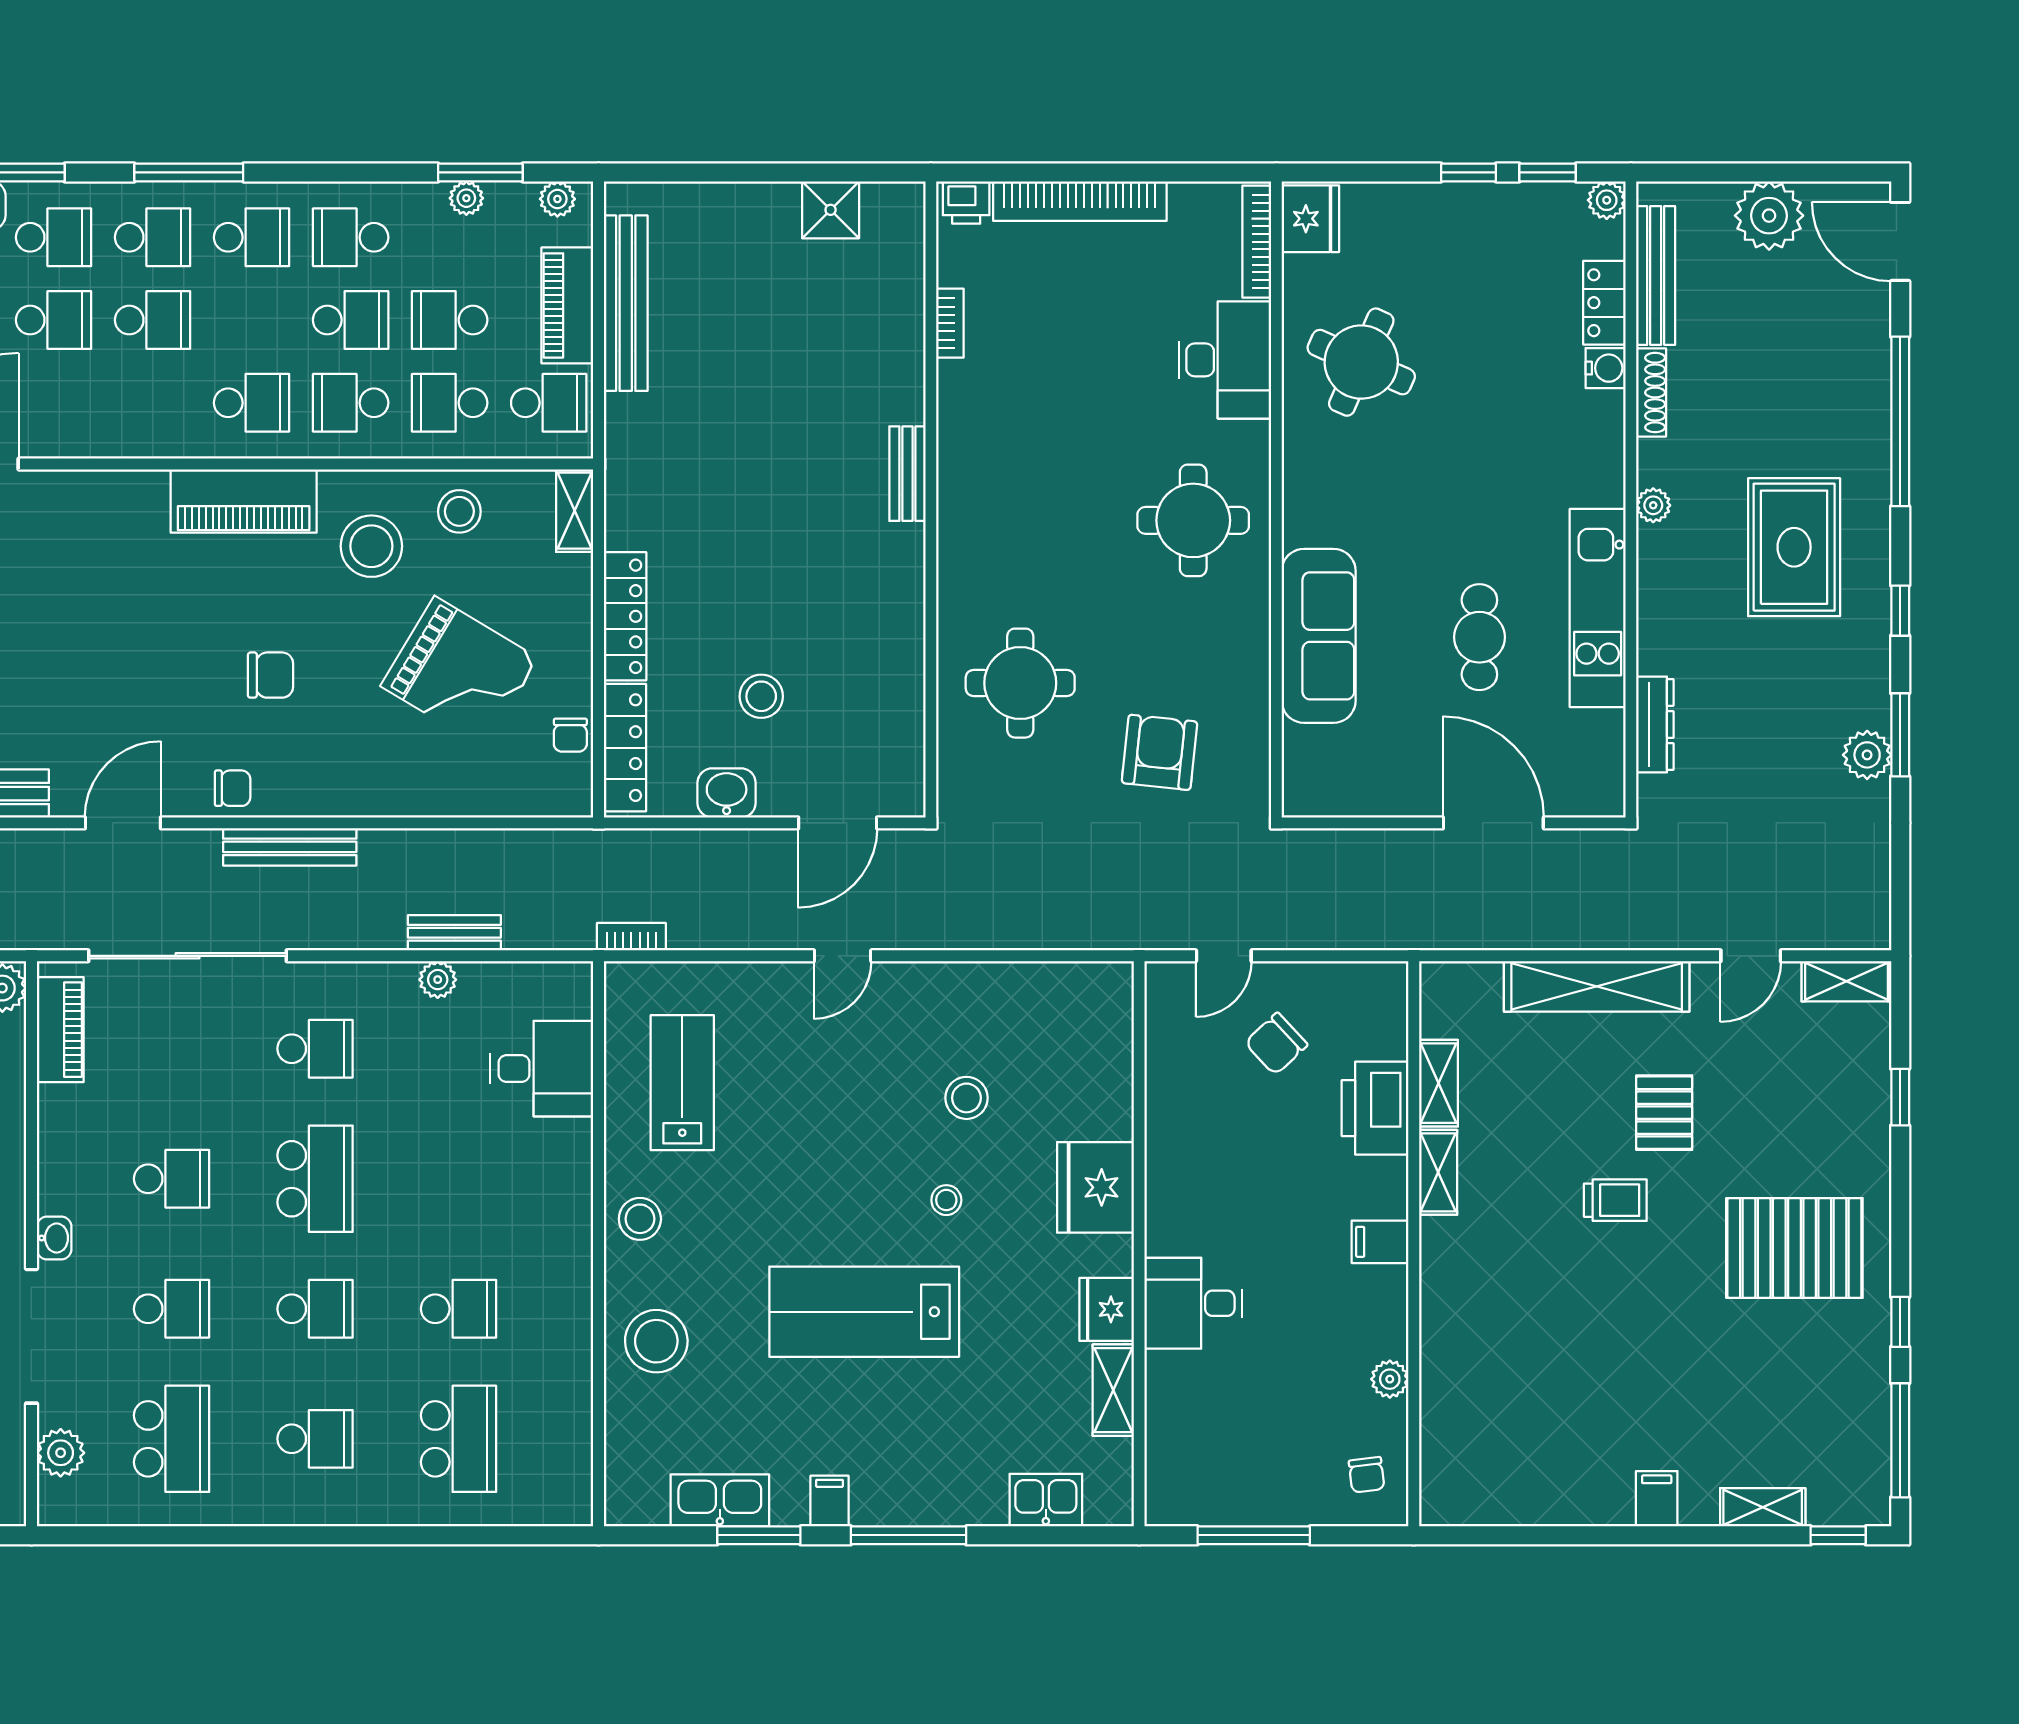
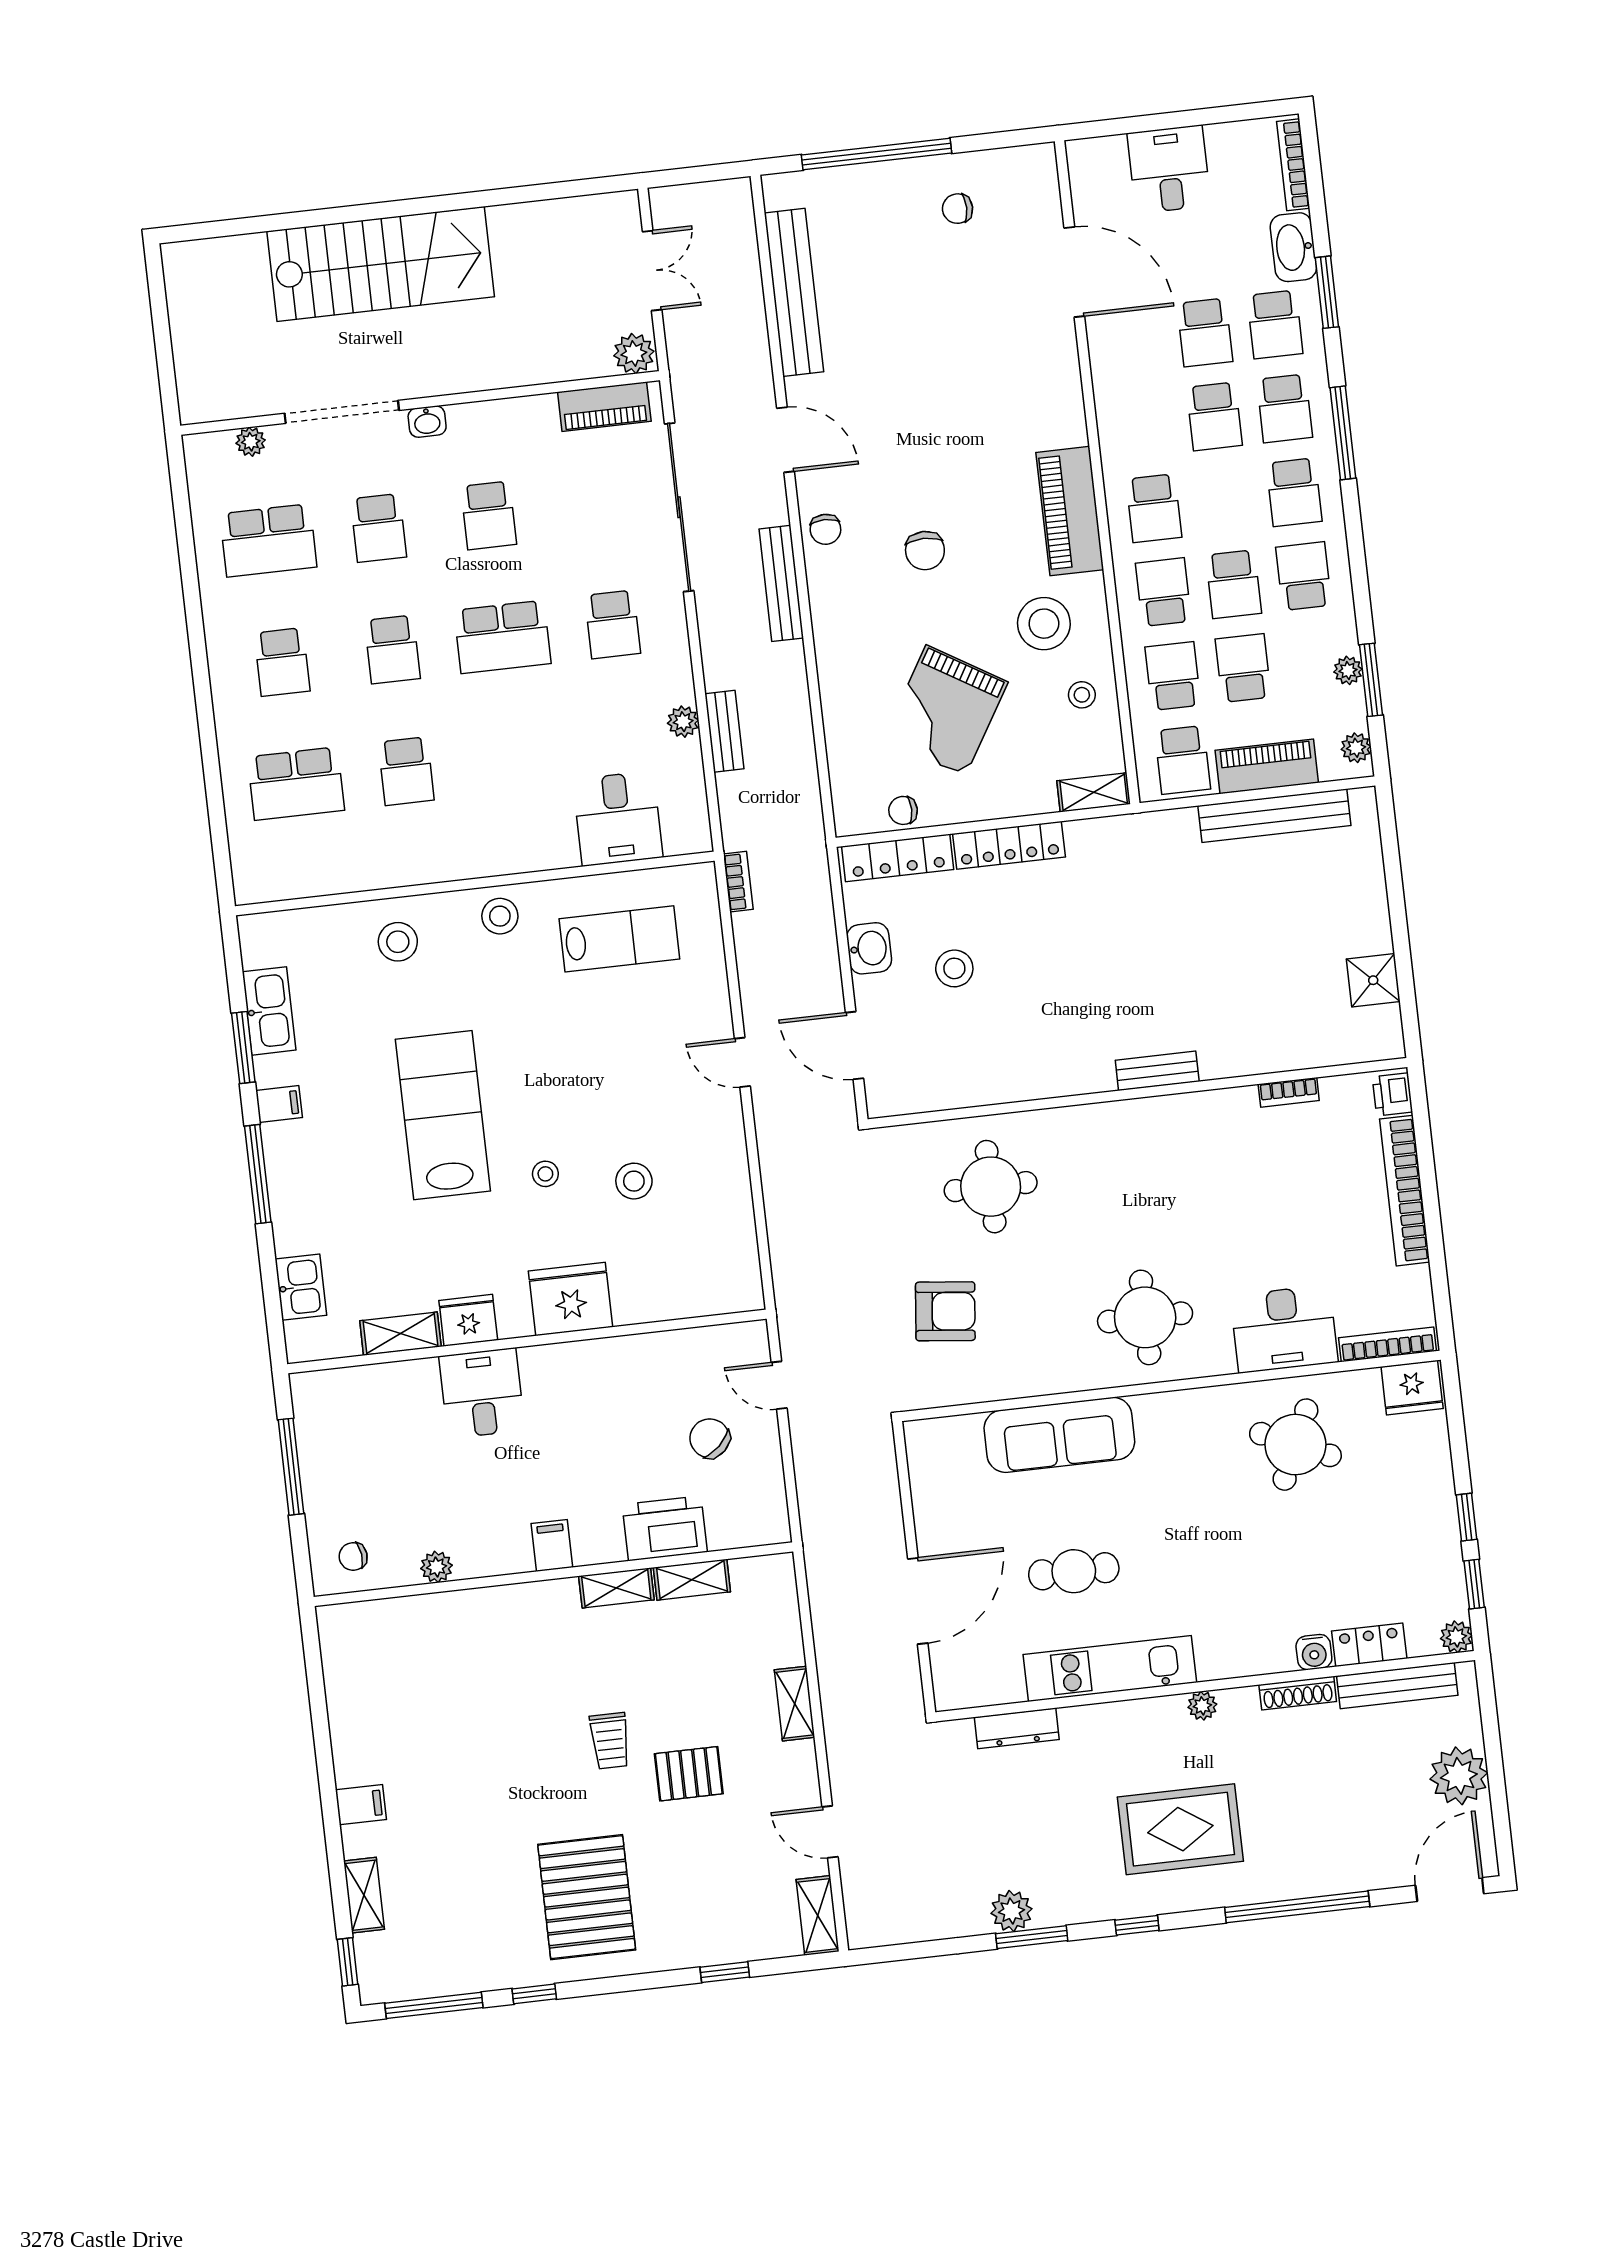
stool: (459, 511) -> (1082, 695), width x0.73, depth x0.73
shelving: (1597, 986) -> (795, 1704), width x0.45, depth x0.75
stool: (656, 1341) -> (398, 942), width x0.73, depth x0.73
plant: (61, 1453) -> (251, 442), width x0.73, depth x0.73

